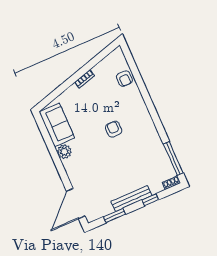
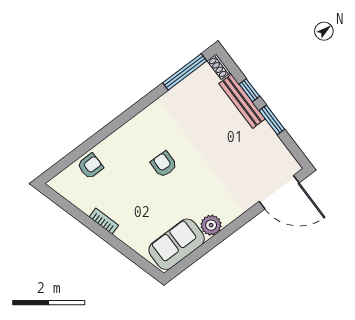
armchair: (114, 129) -> (164, 164), turned 92
bench: (131, 199) -> (242, 101), moved
window: (114, 216) -> (272, 120), moved

